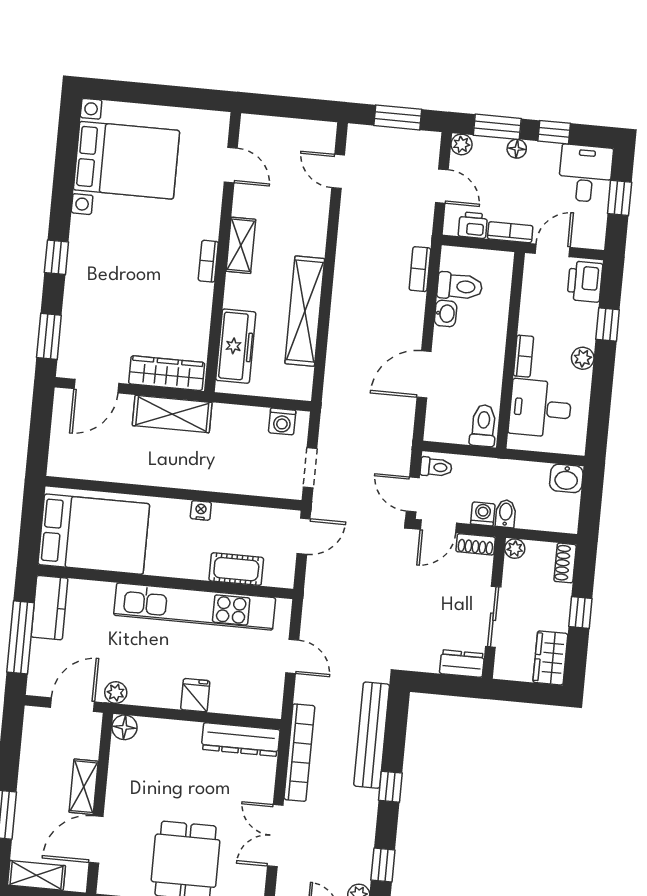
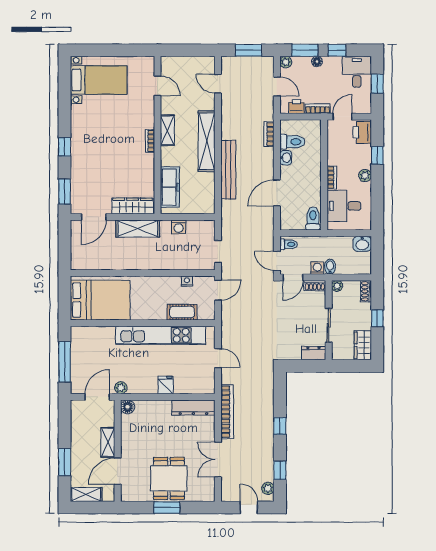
bed with nightstands: (126, 160) -> (99, 80), width x0.73
shelving: (305, 311) -> (207, 141), moved
washing machine: (282, 421) -> (179, 227), moved
nightstand: (201, 510) -> (187, 281), moved
kitchen counter: (50, 608) -> (79, 344), removed
bench: (372, 735) -> (228, 170), moved

